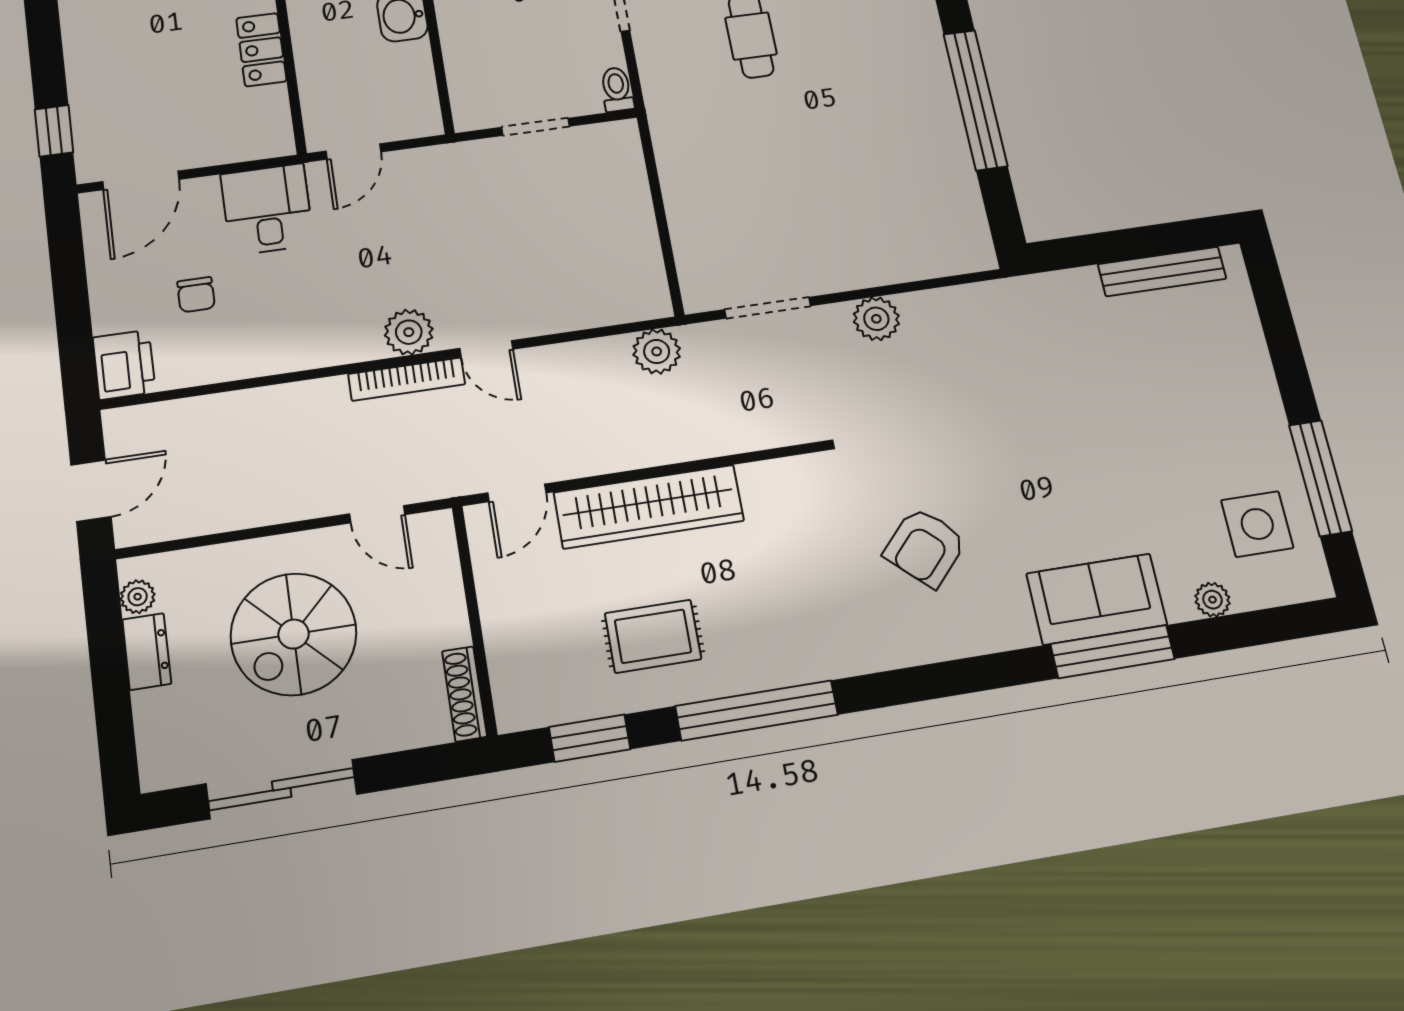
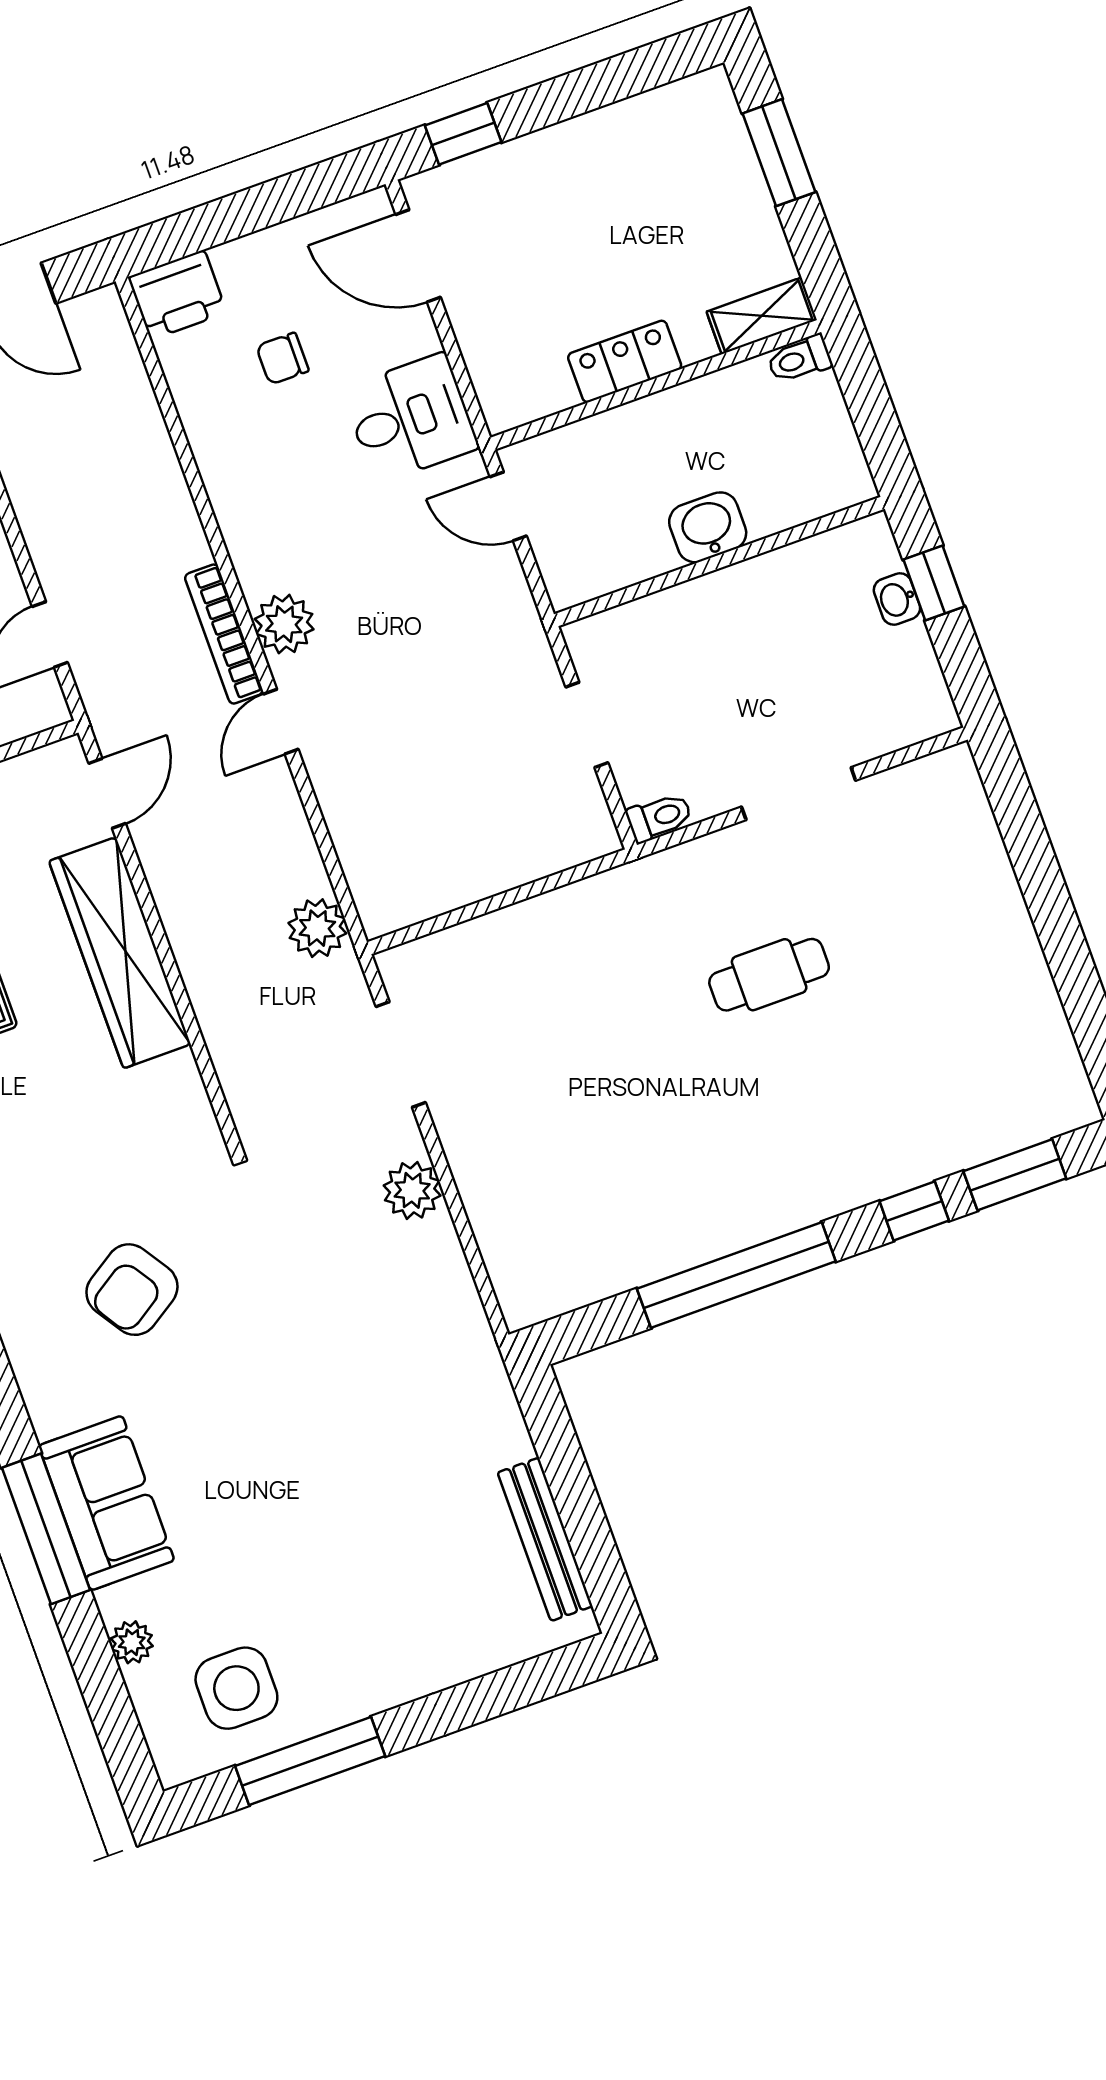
door: (517, 493) -> (107, 793), swing flipped
armchair: (925, 547) -> (132, 1290), turned -76

